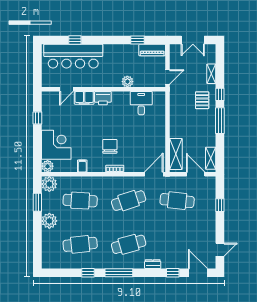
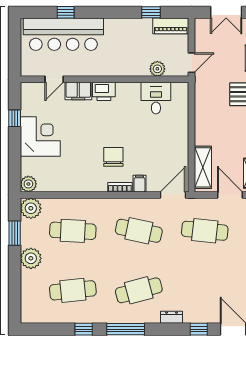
plant: (127, 82) -> (157, 69), moved
corner desk: (56, 145) -> (40, 137), moved
filing cabinet: (82, 166) -> (139, 184), moved
cafe table: (129, 201) -> (139, 231), turned 30

